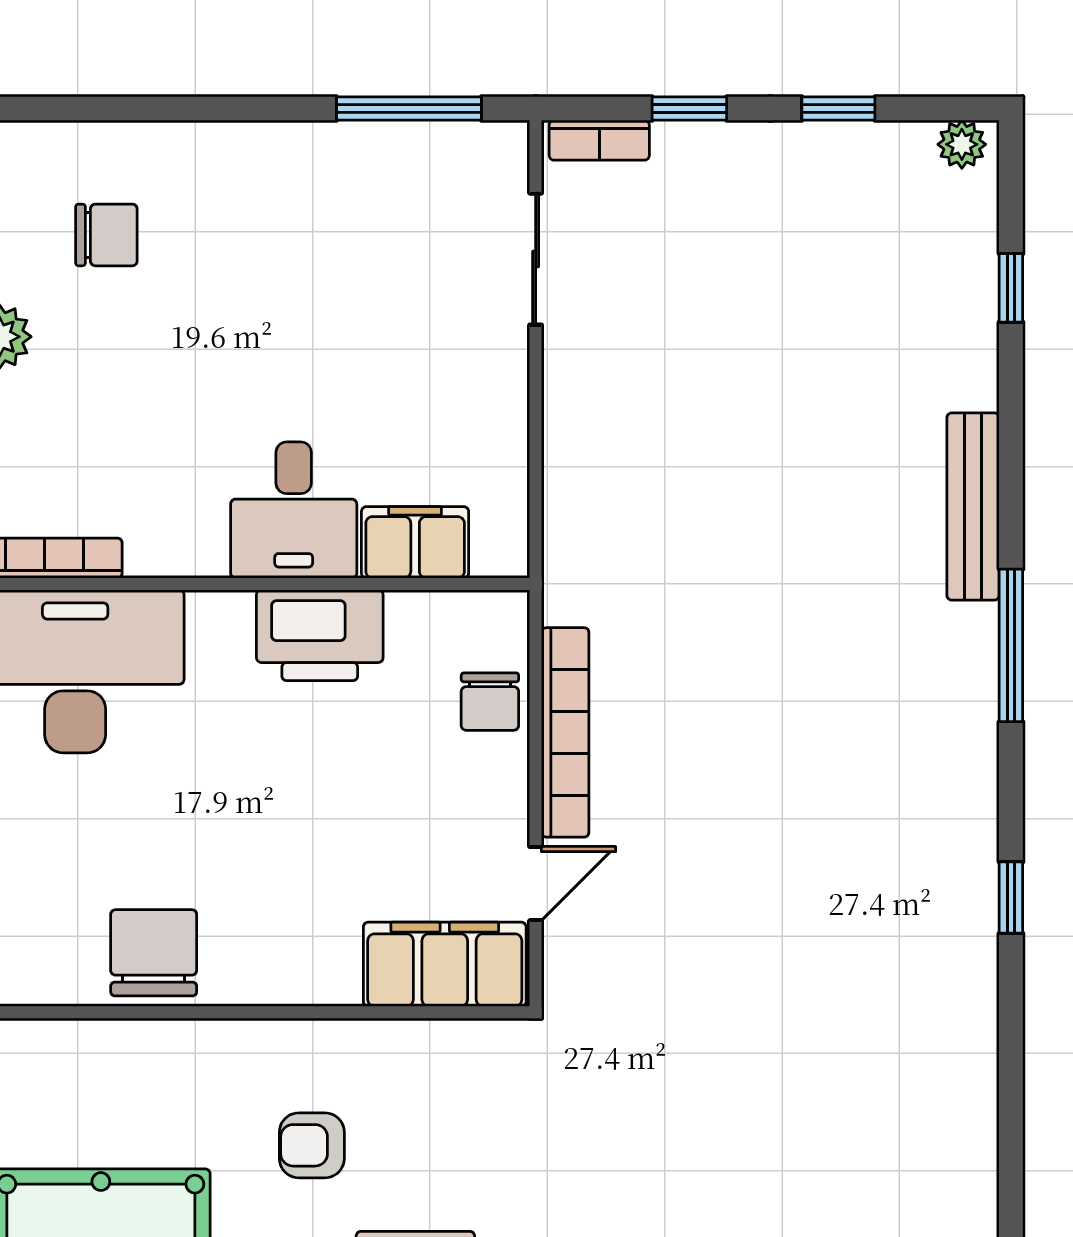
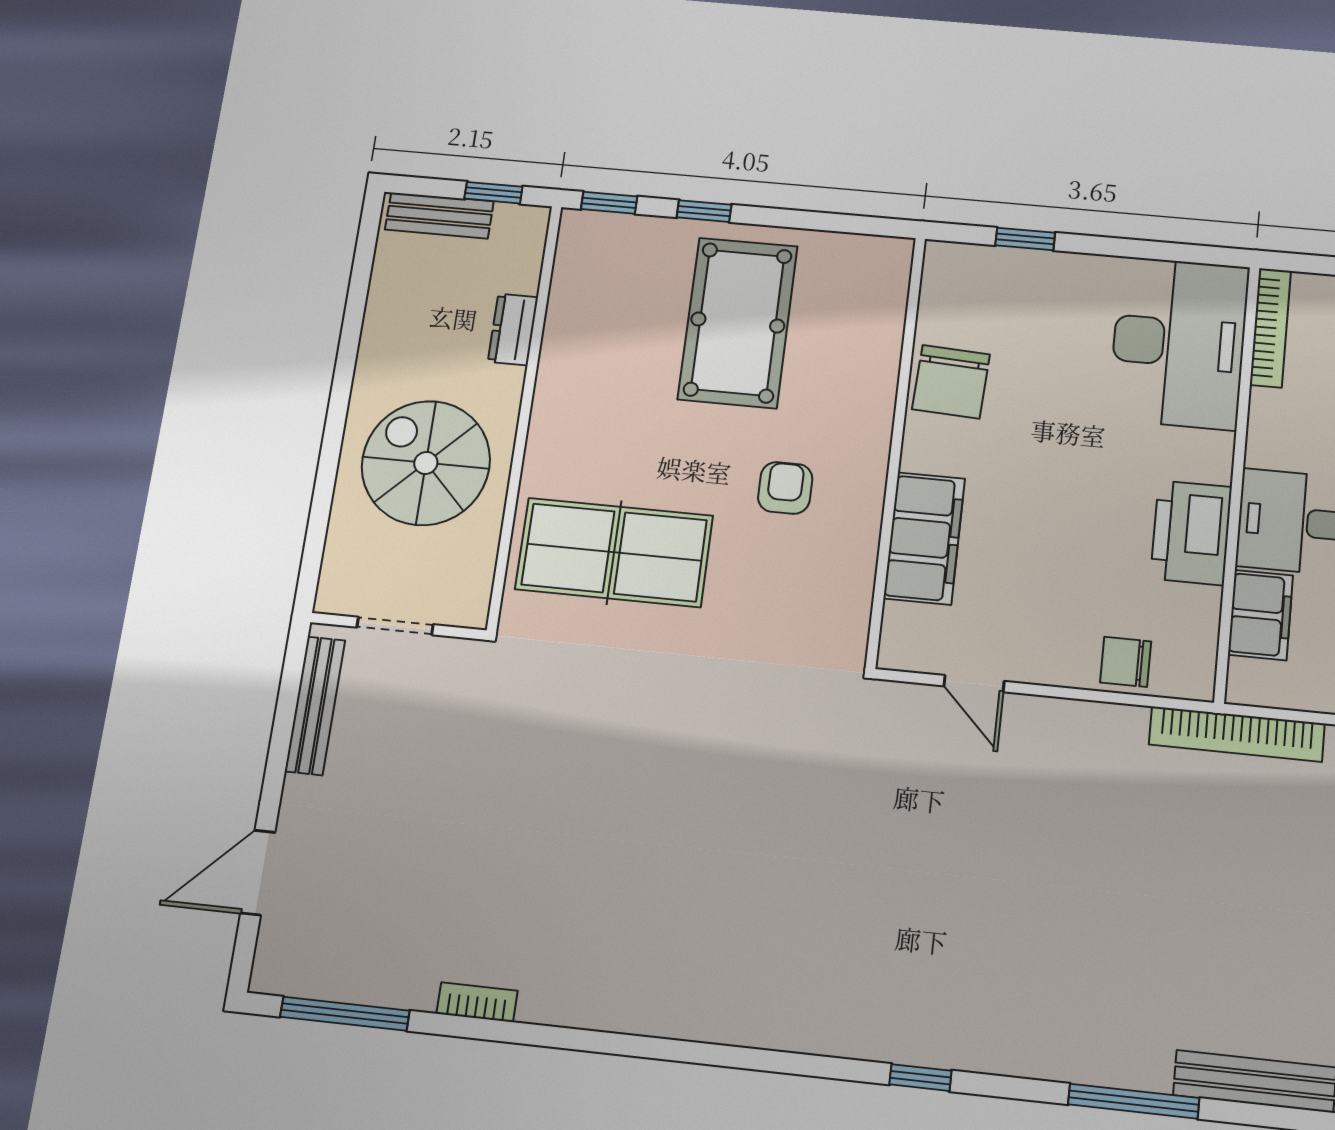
bookcase: (565, 732) -> (1237, 734), moved
chair: (154, 953) -> (951, 382), turned 93
filing cabinet: (445, 964) -> (924, 538), moved

